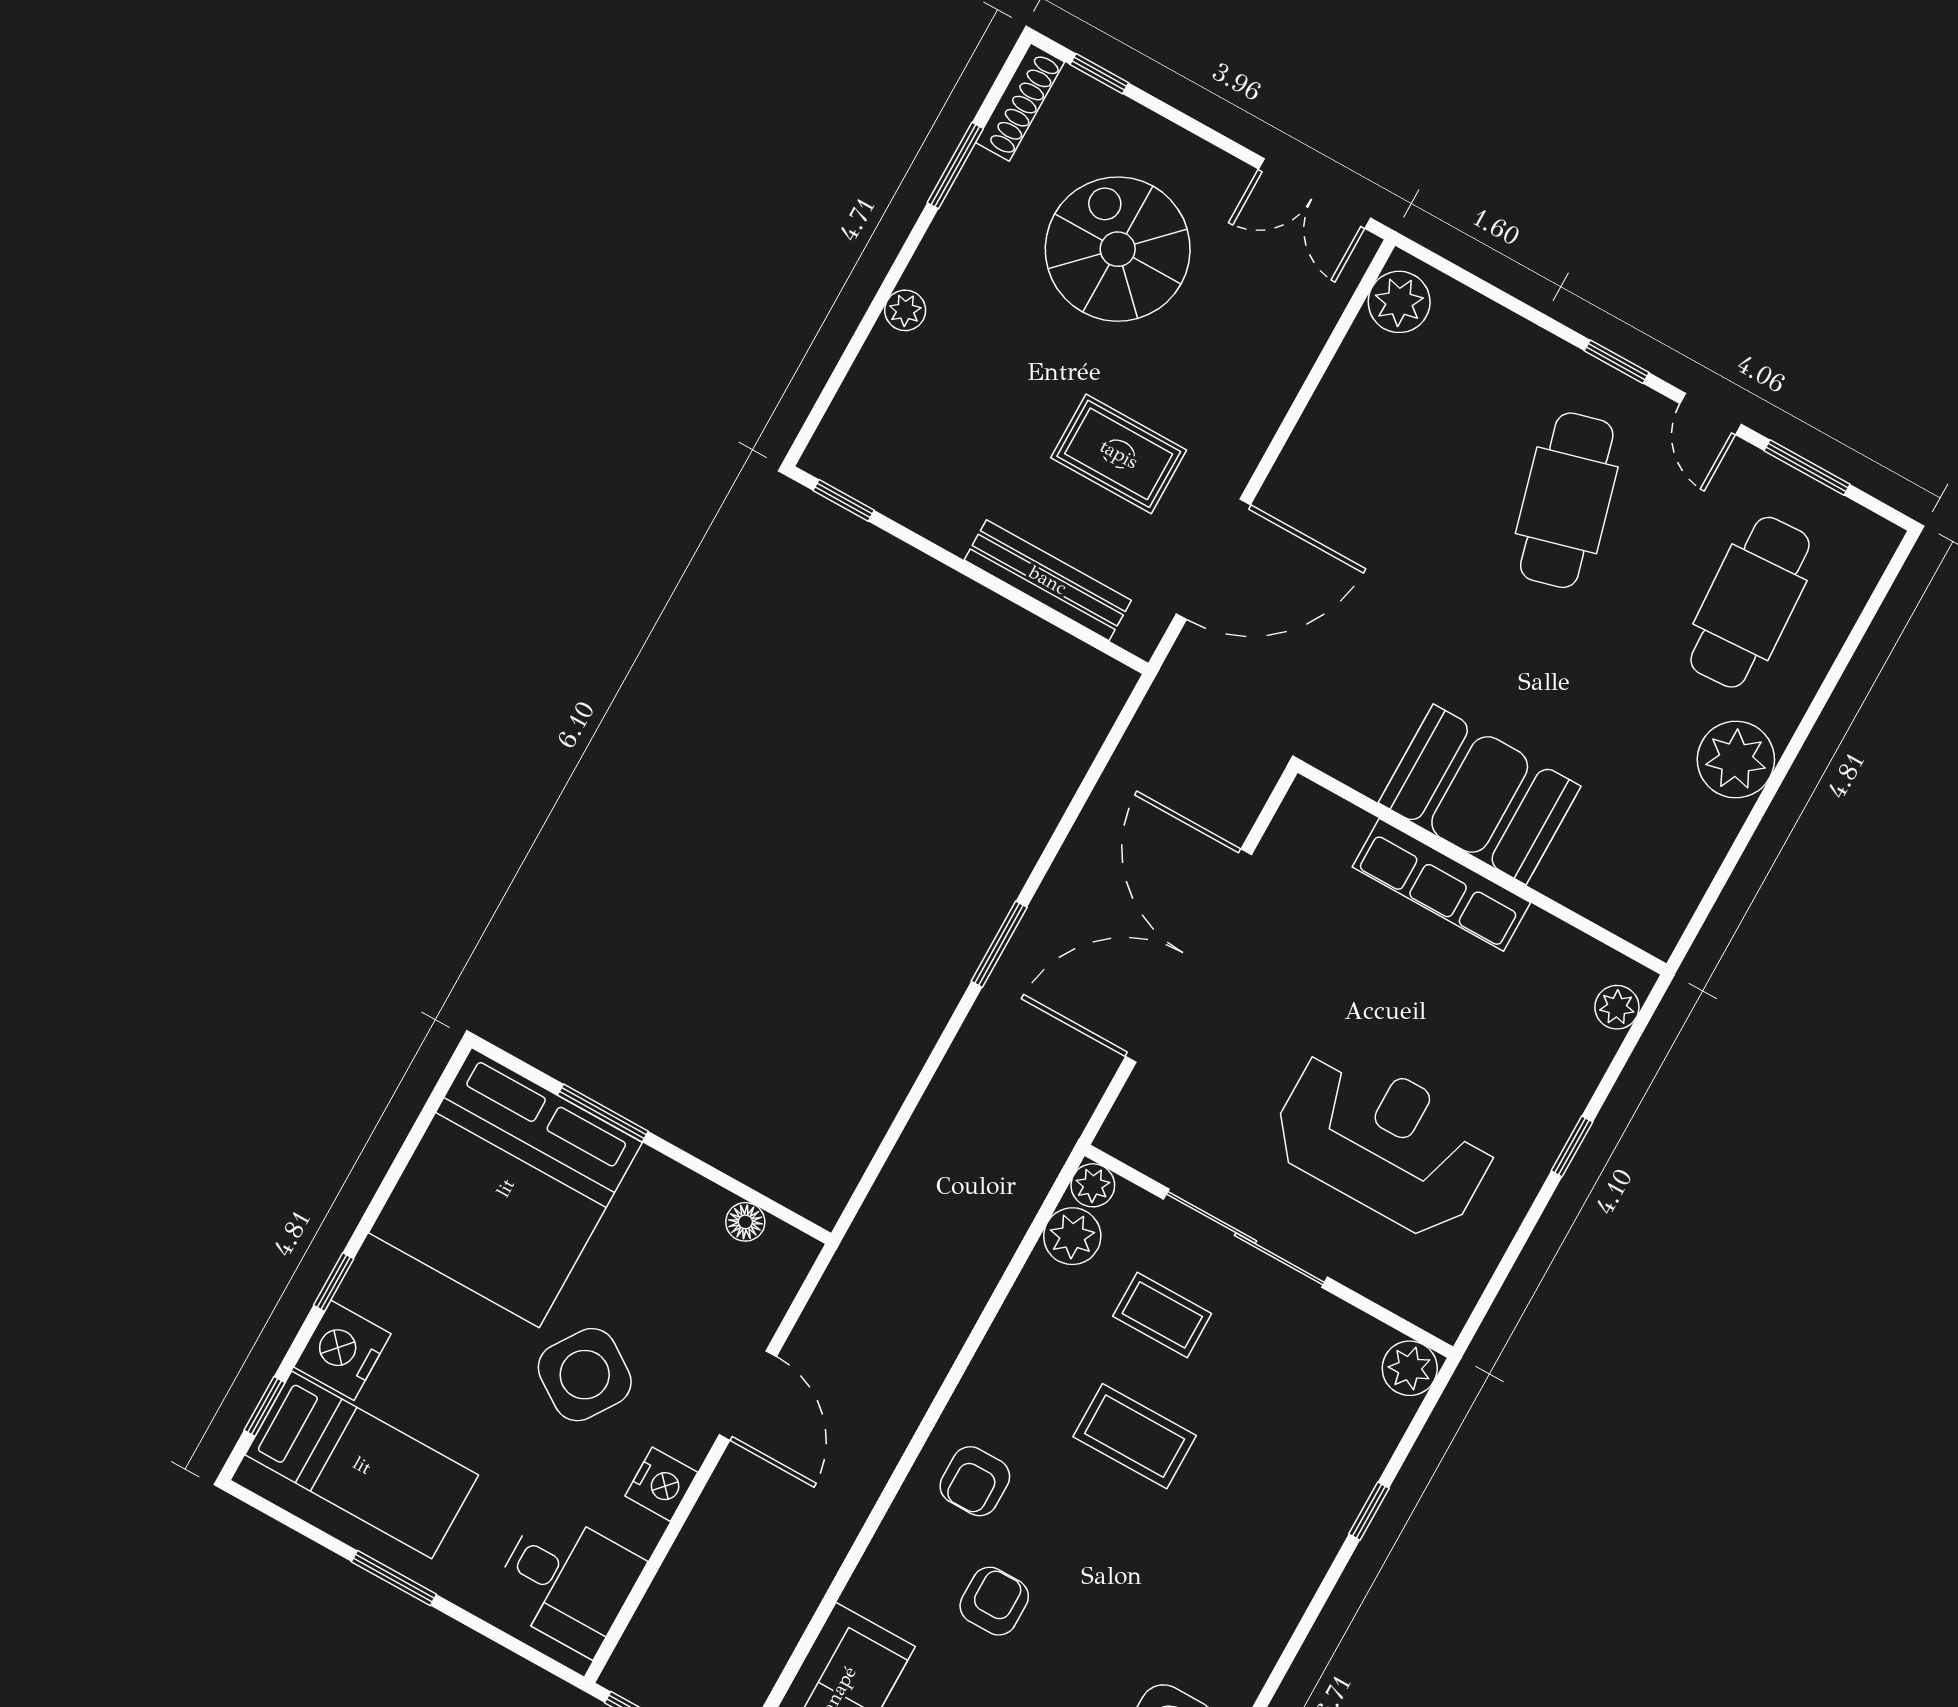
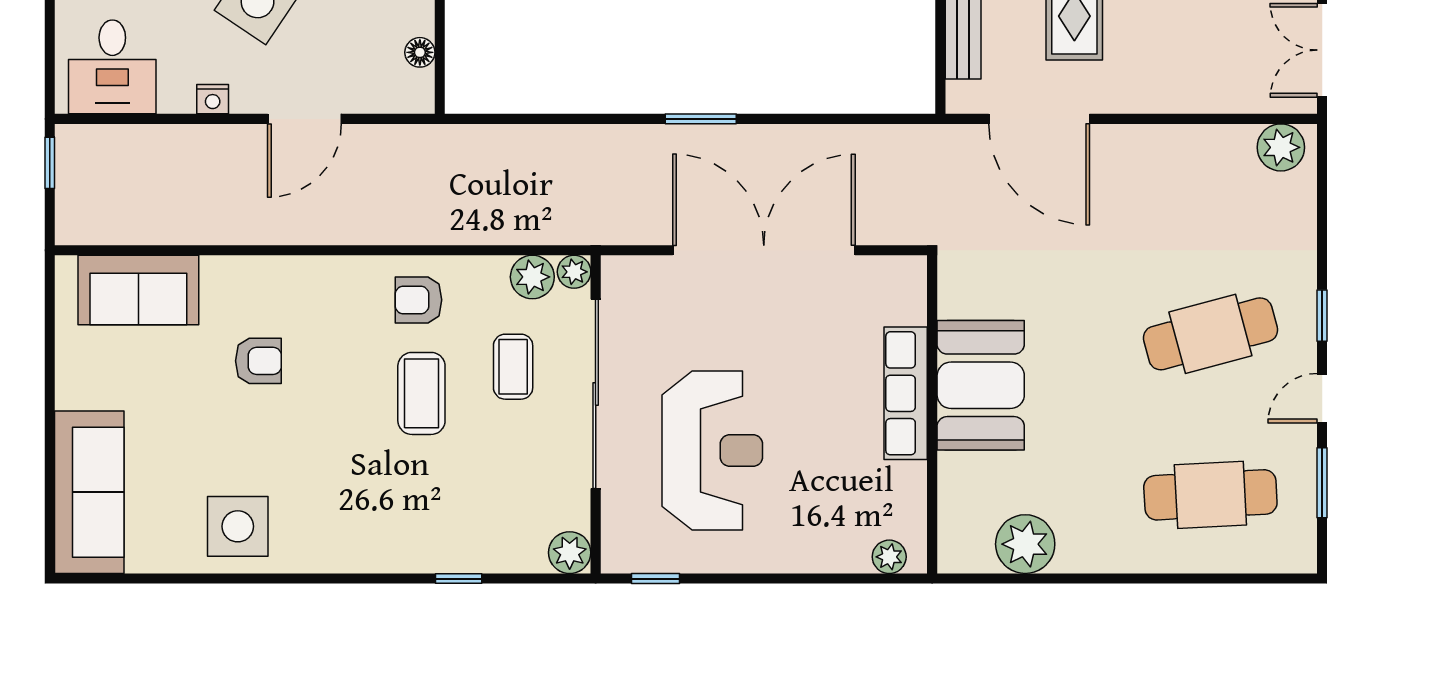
plant: (1736, 760) -> (1025, 544), moved
window: (1572, 1146) -> (655, 579), moved
sliding door: (1246, 1238) -> (596, 394), width x1.36
armchair: (975, 1481) -> (418, 300), moved
nightstand: (661, 1484) -> (213, 99), width x0.72, depth x0.74

